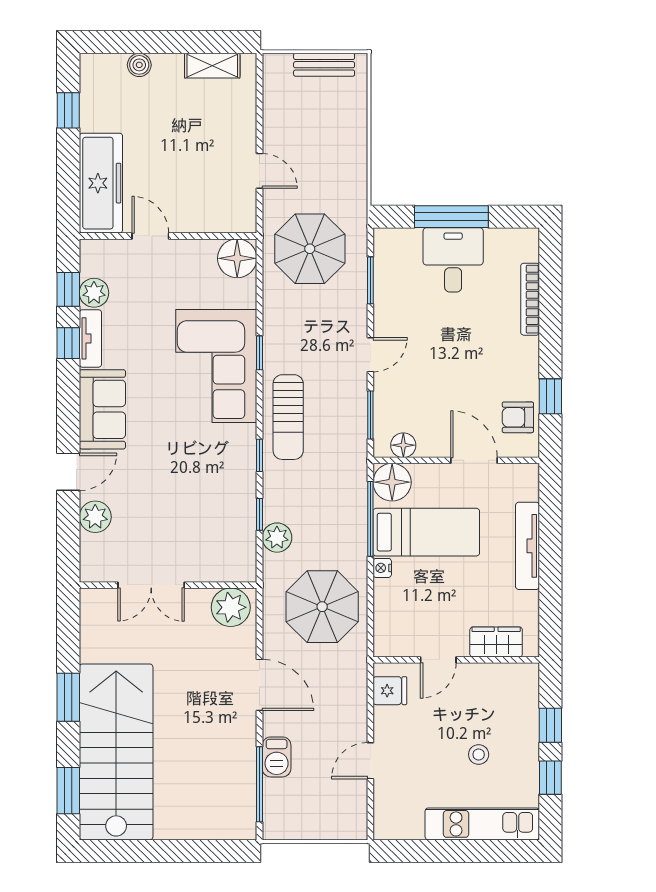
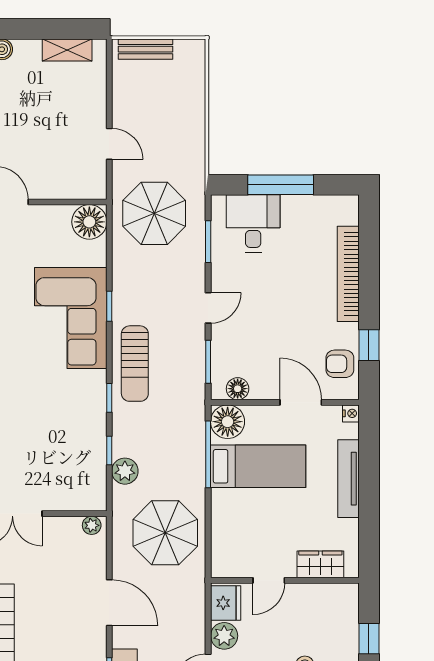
bench: (324, 65) -> (145, 49), moved
desk: (453, 260) -> (253, 223), moved
bookcase: (530, 299) -> (348, 274), width x1.48, depth x1.31
nightstand: (382, 568) -> (351, 413), moved, turned 180
plant: (231, 607) -> (92, 525), width x0.53, depth x0.53
fridge: (390, 691) -> (226, 603), width x1.38
plant: (388, 722) -> (224, 636), added

